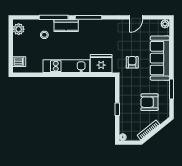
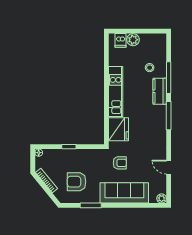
plant: (19, 29) -> (133, 40), moved
armchair: (150, 102) -> (77, 182), turned -90

